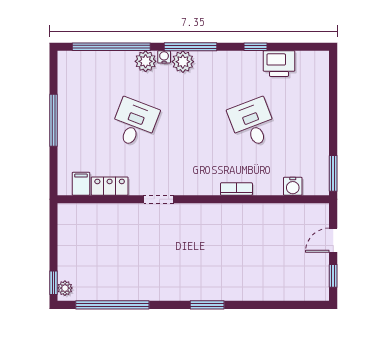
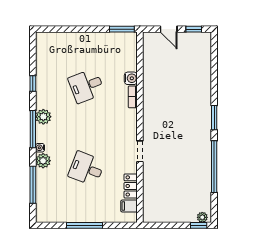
window: (111, 47) -> (33, 185), width x0.68
plant: (183, 62) -> (43, 117), moved
printer: (279, 64) -> (45, 67), removed
water cooler: (293, 186) -> (131, 78), moved
window: (112, 305) -> (214, 167), moved

